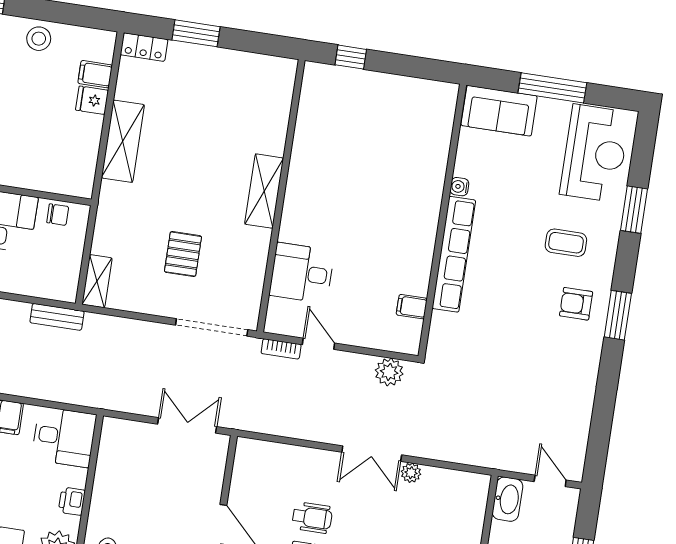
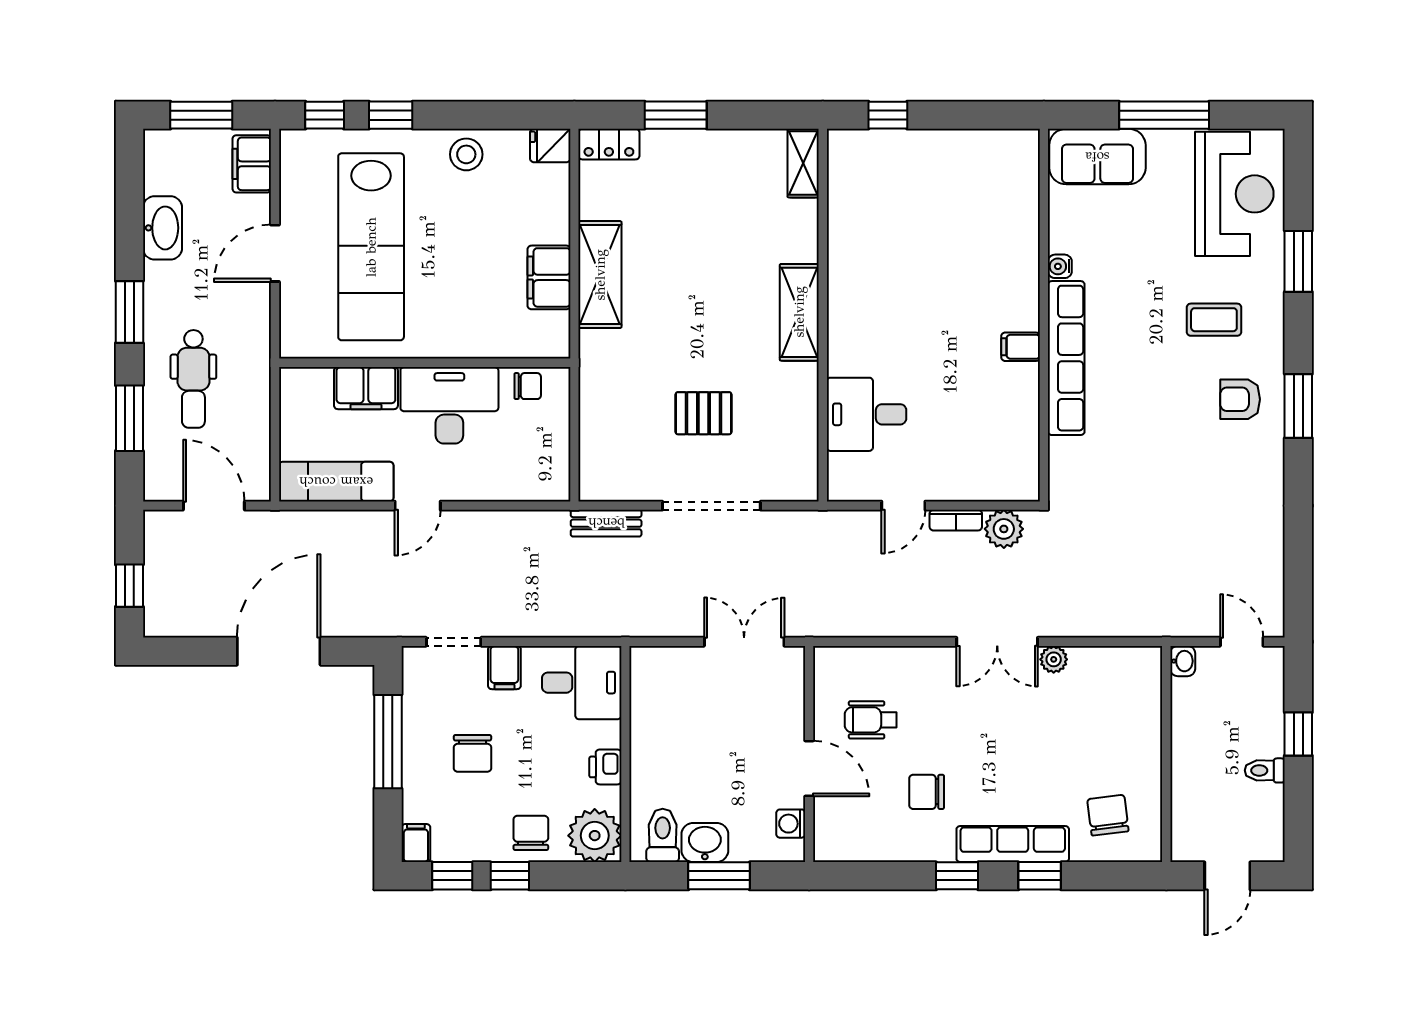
filing cabinet: (95, 74) -> (549, 277), moved, width x2.00
fridge: (92, 100) -> (550, 146), moved
pallet: (183, 254) -> (703, 413), turned 90
shelving: (97, 281) -> (803, 163), moved
filing cabinet: (412, 307) -> (1021, 347), moved
bench: (57, 317) -> (606, 523), moved
doorway: (212, 327) -> (711, 506), moved
door: (318, 344) -> (903, 506), swing flipped
bookcase: (281, 349) -> (956, 520), moved
washbasin: (507, 499) -> (1183, 661), width x0.52, depth x0.69
wheelchair: (312, 518) -> (871, 720), moved, turned 180

